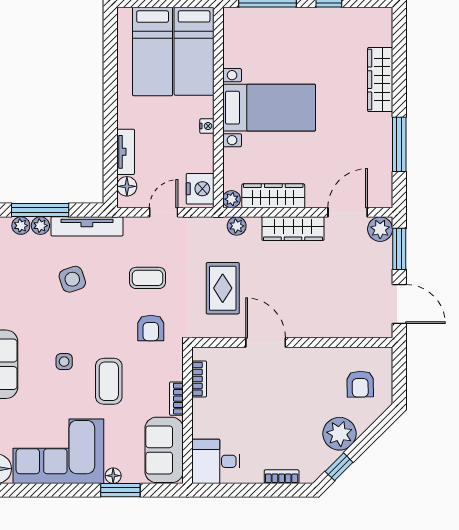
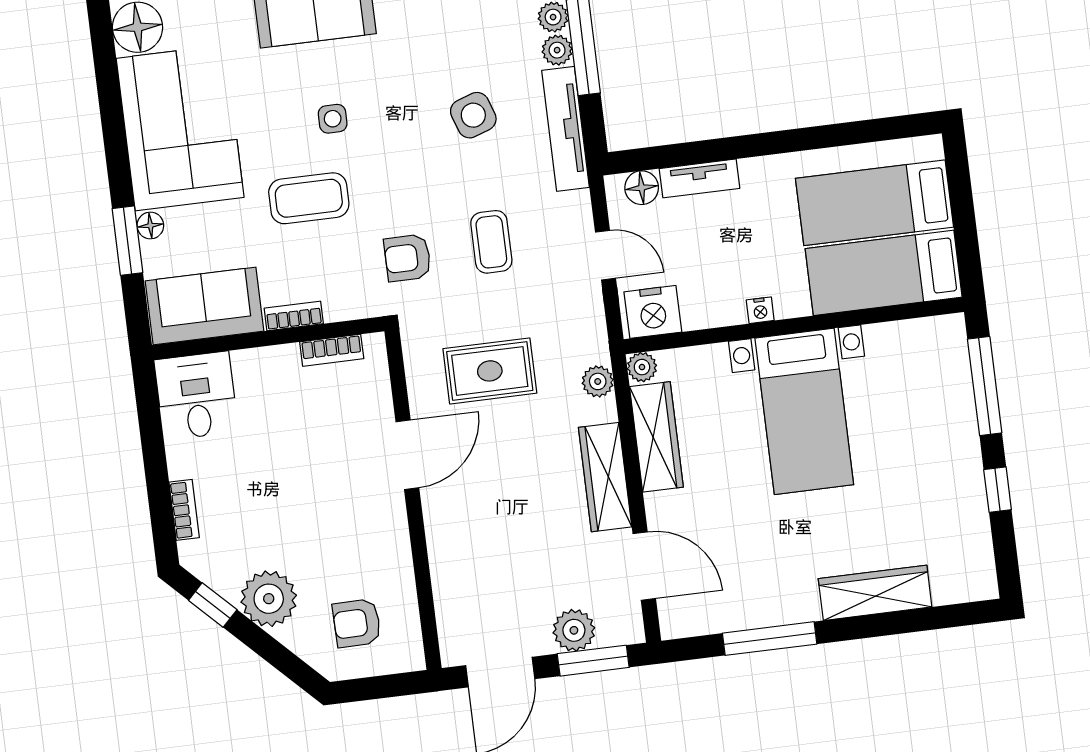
plant: (380, 229) -> (574, 630), moved

